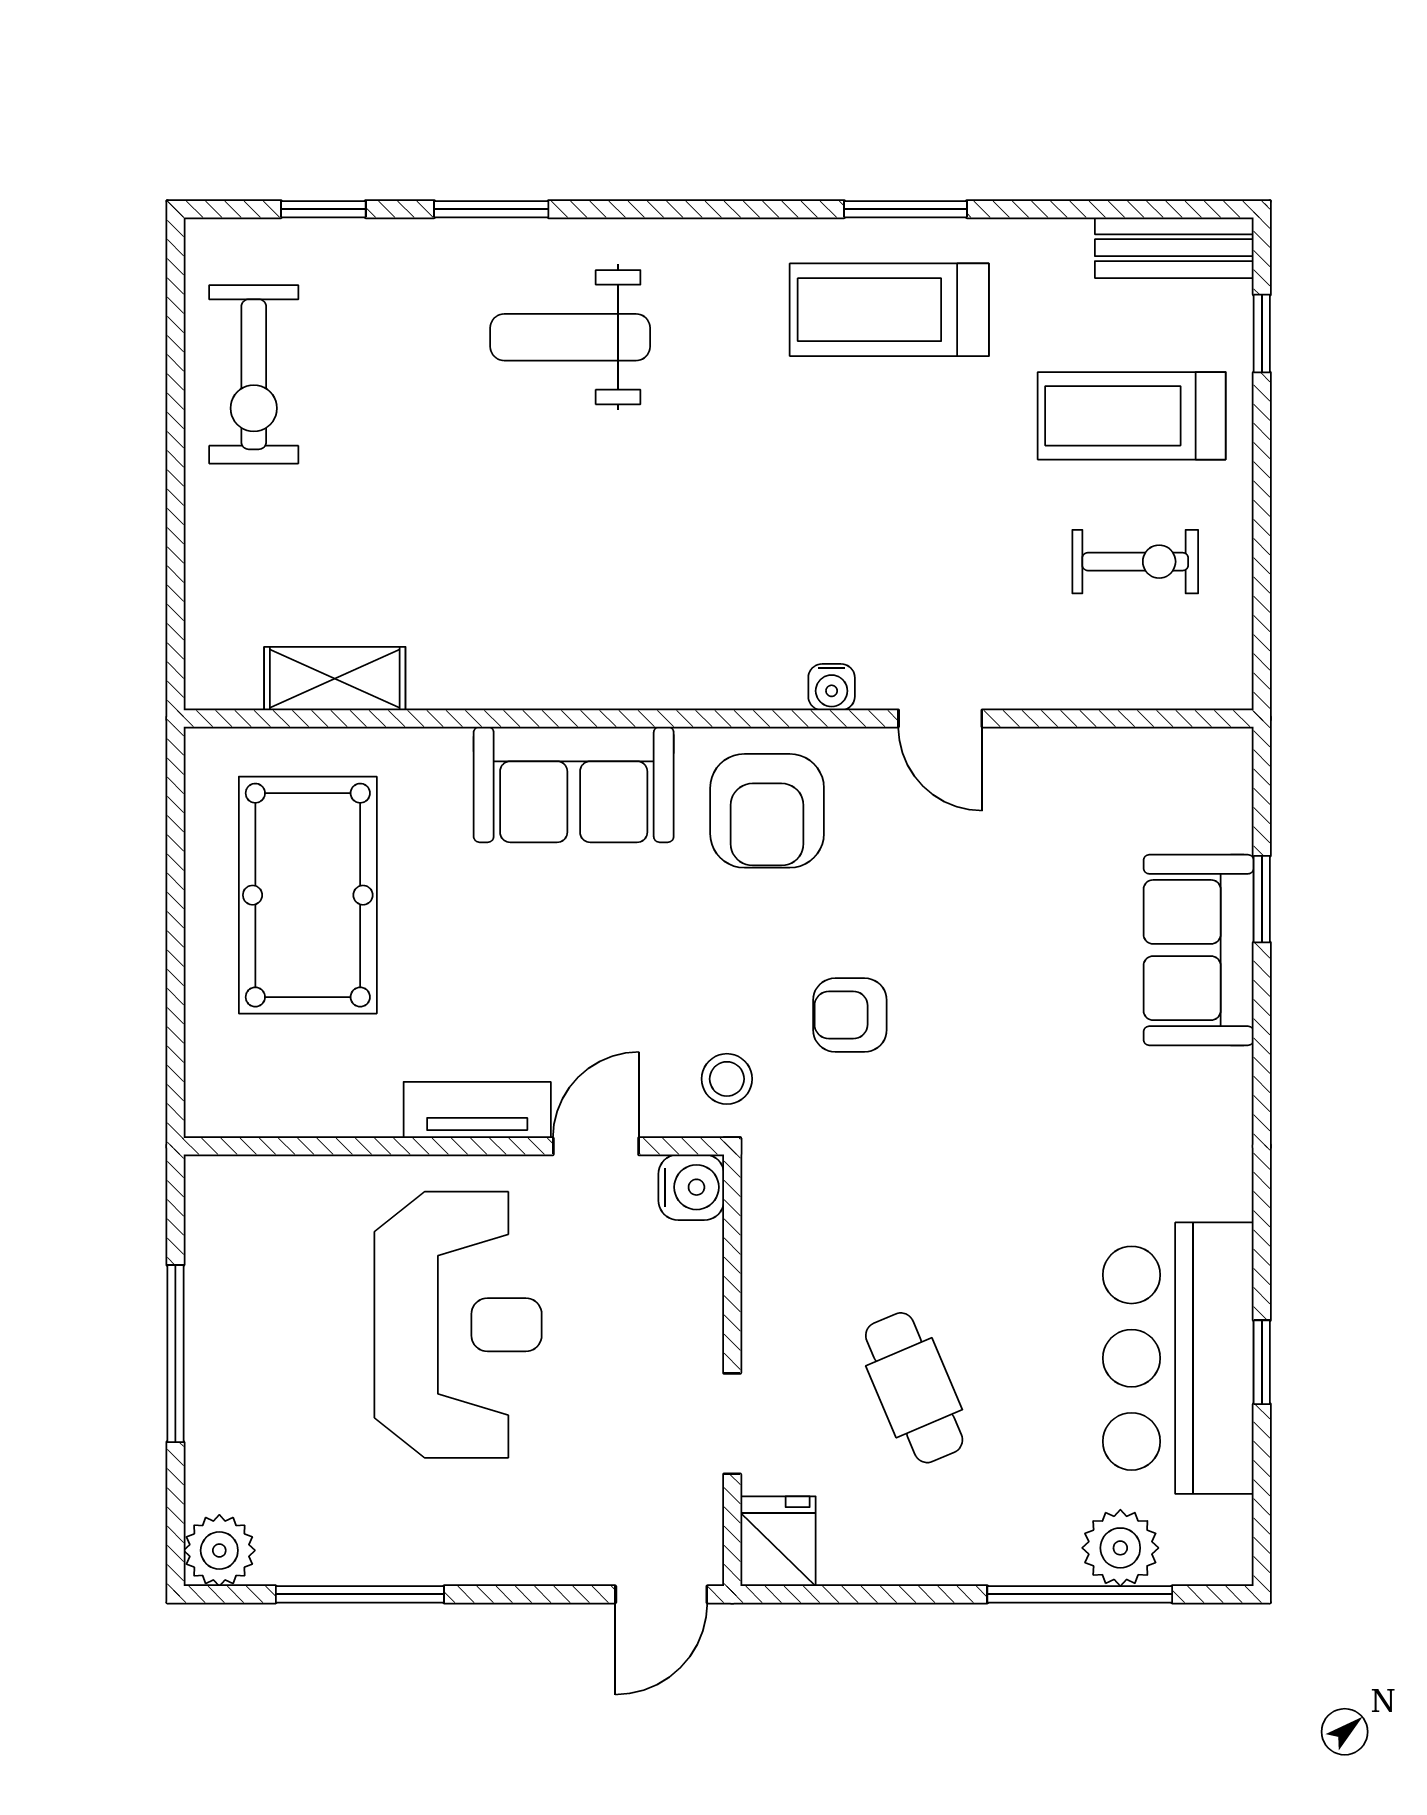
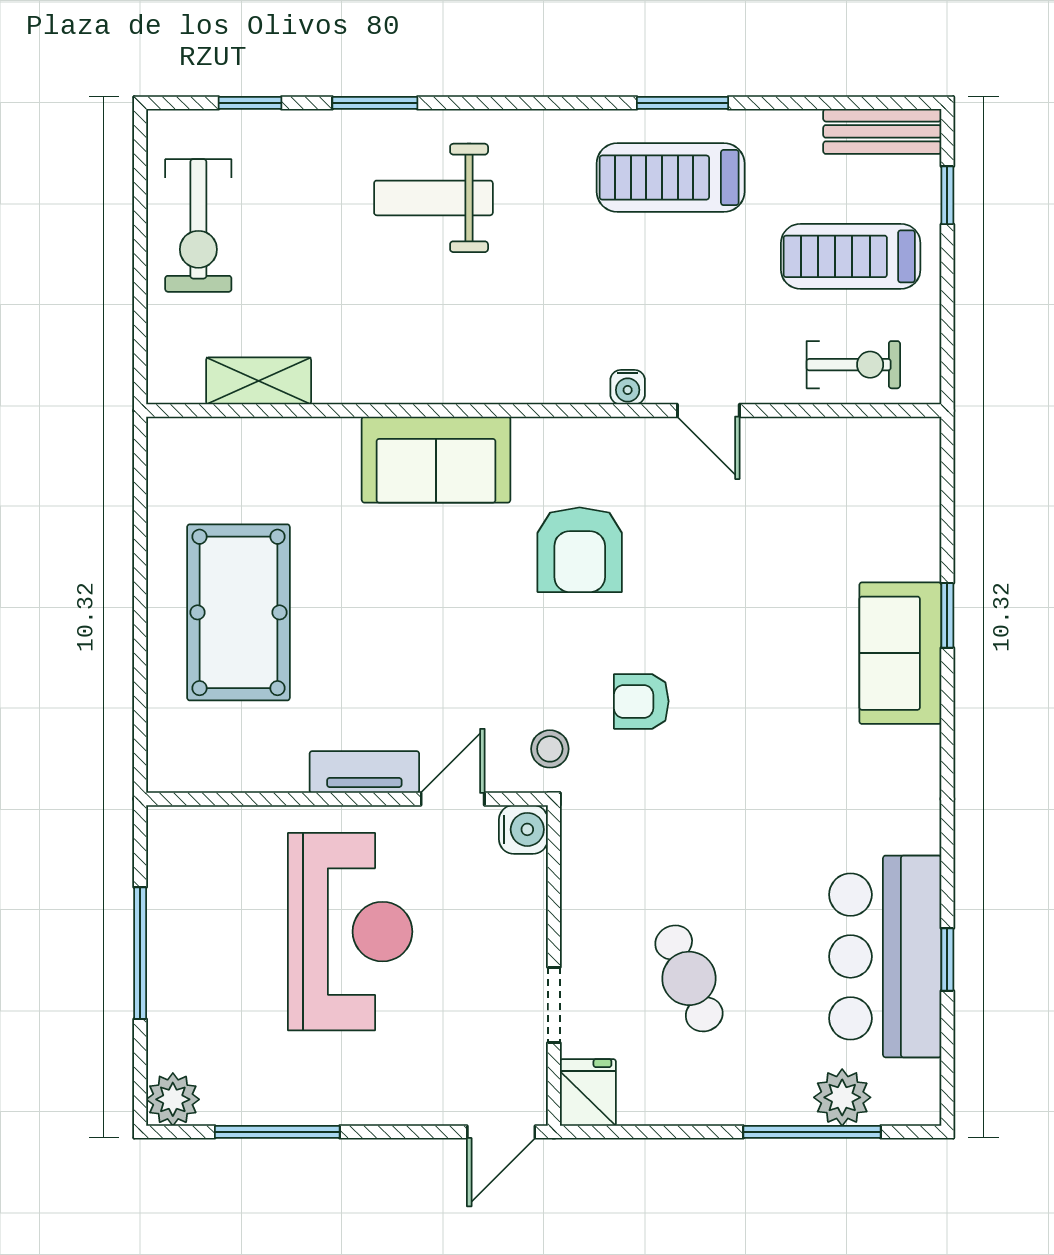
shelving: (335, 679) -> (259, 381), moved
water cooler: (832, 687) -> (628, 387), moved
wall: (719, 718) -> (544, 411), moved
door: (940, 718) -> (708, 411), moved
sofa: (574, 784) -> (436, 460), moved

